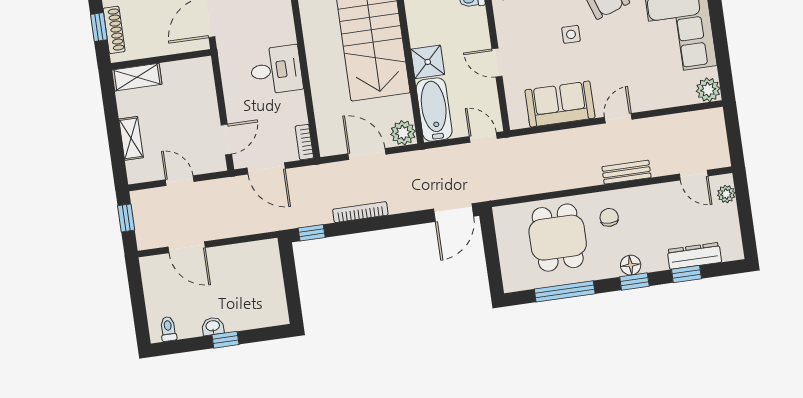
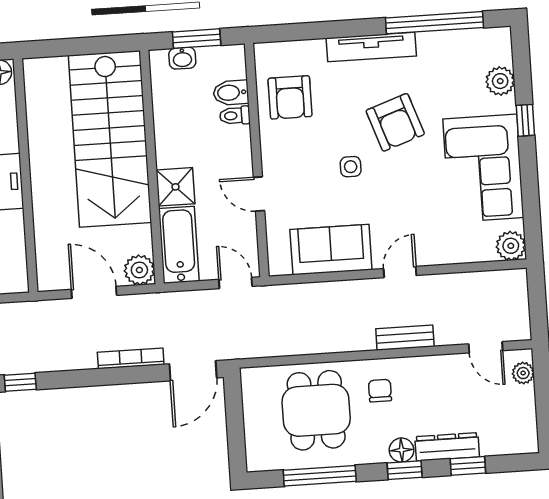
bookcase: (304, 142) -> (20, 272), removed
bookcase: (360, 212) -> (131, 358), moved
dresser: (694, 256) -> (447, 447), moved

